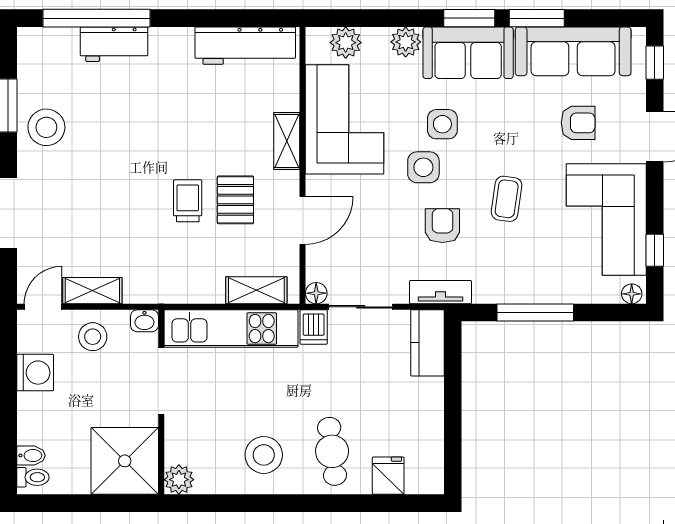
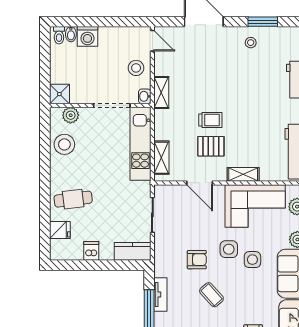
stool: (46, 127) -> (251, 43), width x0.53, depth x0.53
coffee table: (507, 199) -> (212, 295), turned 40
shelving: (92, 291) -> (161, 92), moved
tv unit: (440, 292) -> (160, 294), moved
floor lamp: (316, 293) -> (160, 190), removed
dishwasher: (314, 327) -> (91, 251), moved, turned 90
washing machine: (35, 373) -> (87, 36), moved
stool: (264, 455) -> (64, 144), moved
shower: (125, 461) -> (59, 94), width x0.54, depth x0.54
plant: (179, 480) -> (71, 115), moved

